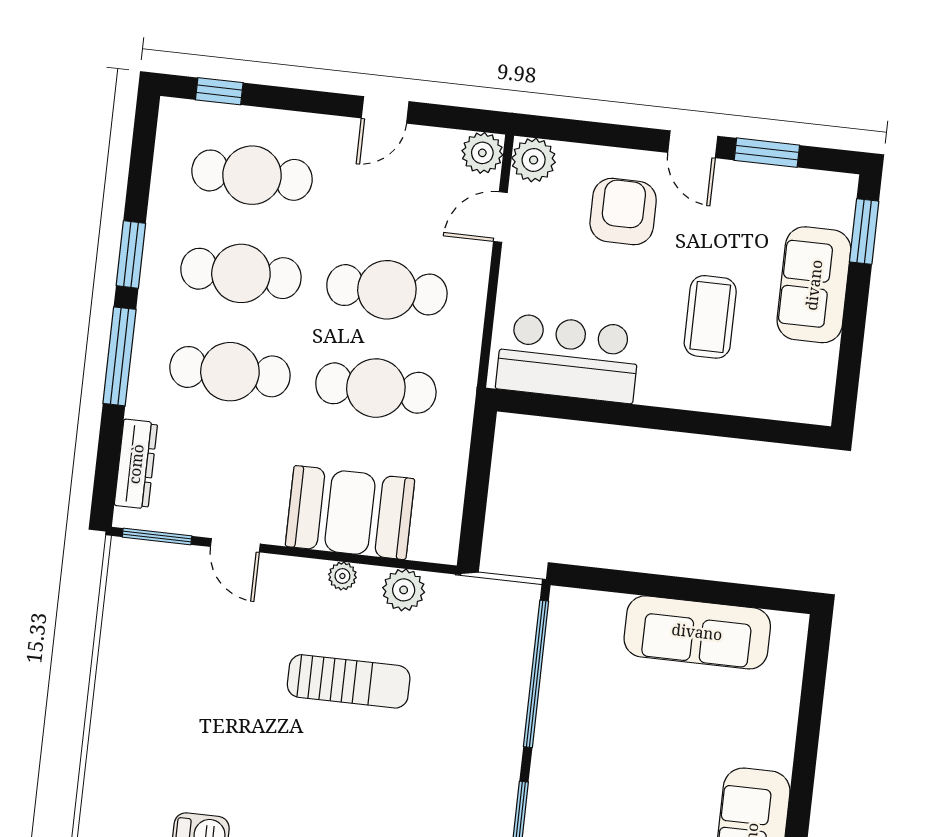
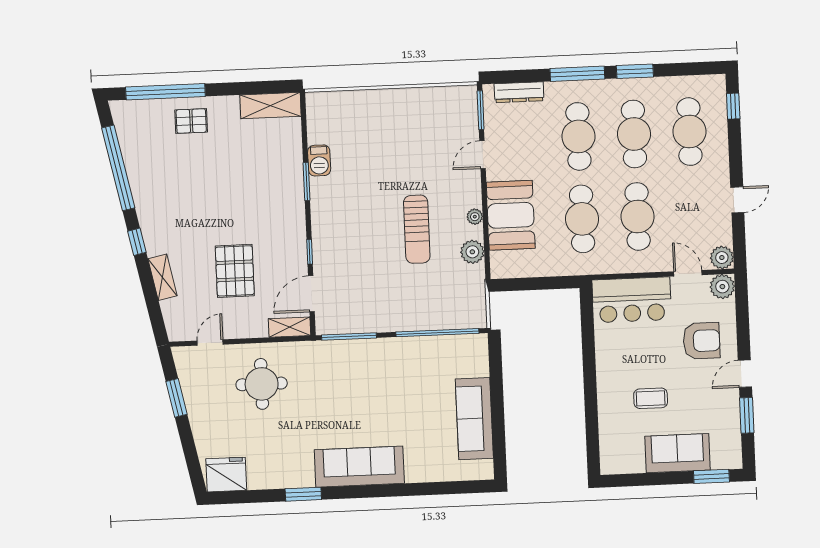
door: (385, 110) -> (737, 200), swing flipped
coffee table: (710, 317) -> (651, 398), width x0.73, depth x0.77
bar counter: (568, 358) -> (632, 300), moved, turned 90

